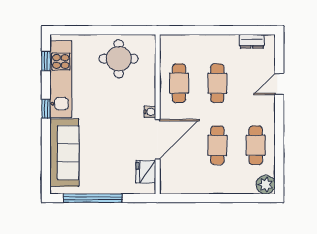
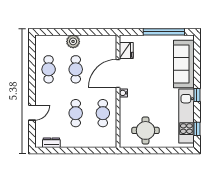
plant: (266, 185) -> (73, 41), moved

